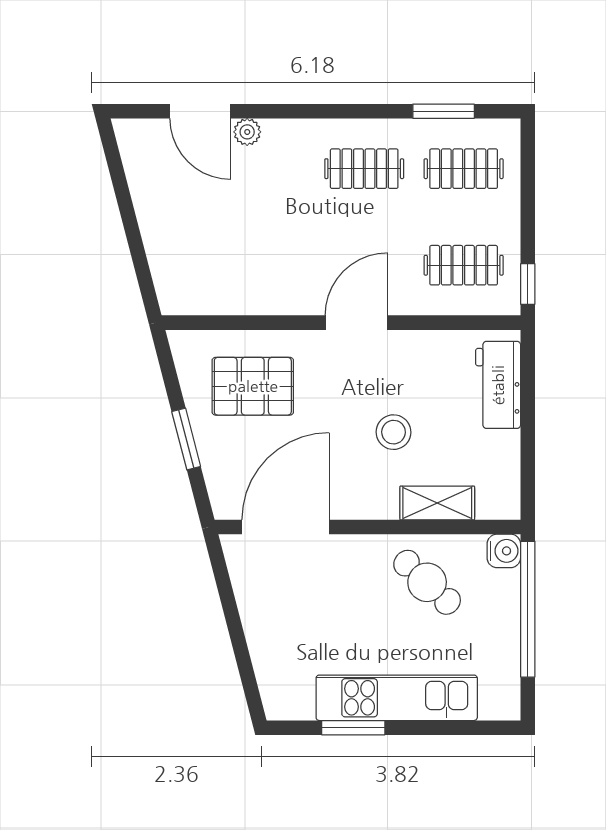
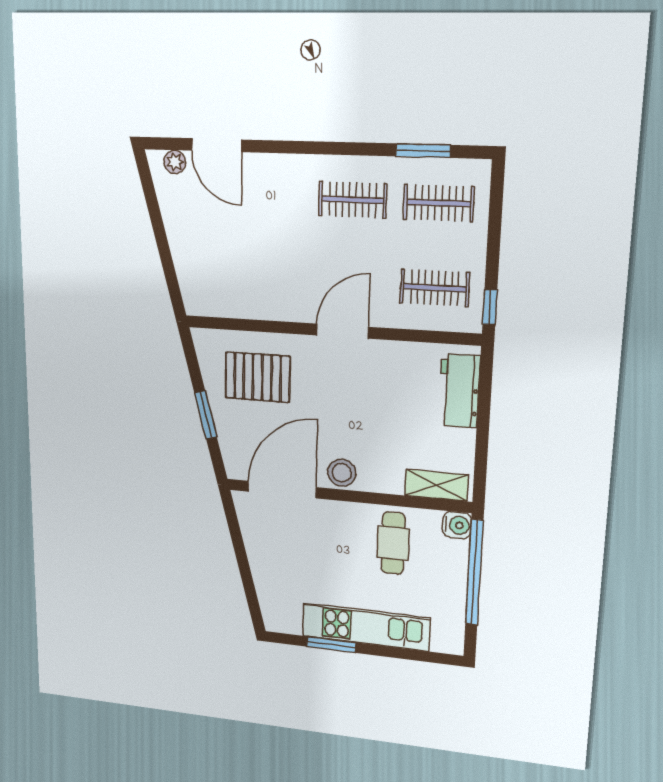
plant: (247, 132) -> (175, 162), moved
stool: (394, 432) -> (342, 473), moved
shelving: (437, 503) -> (436, 485), moved
cafe table: (427, 582) -> (393, 543), turned 47

